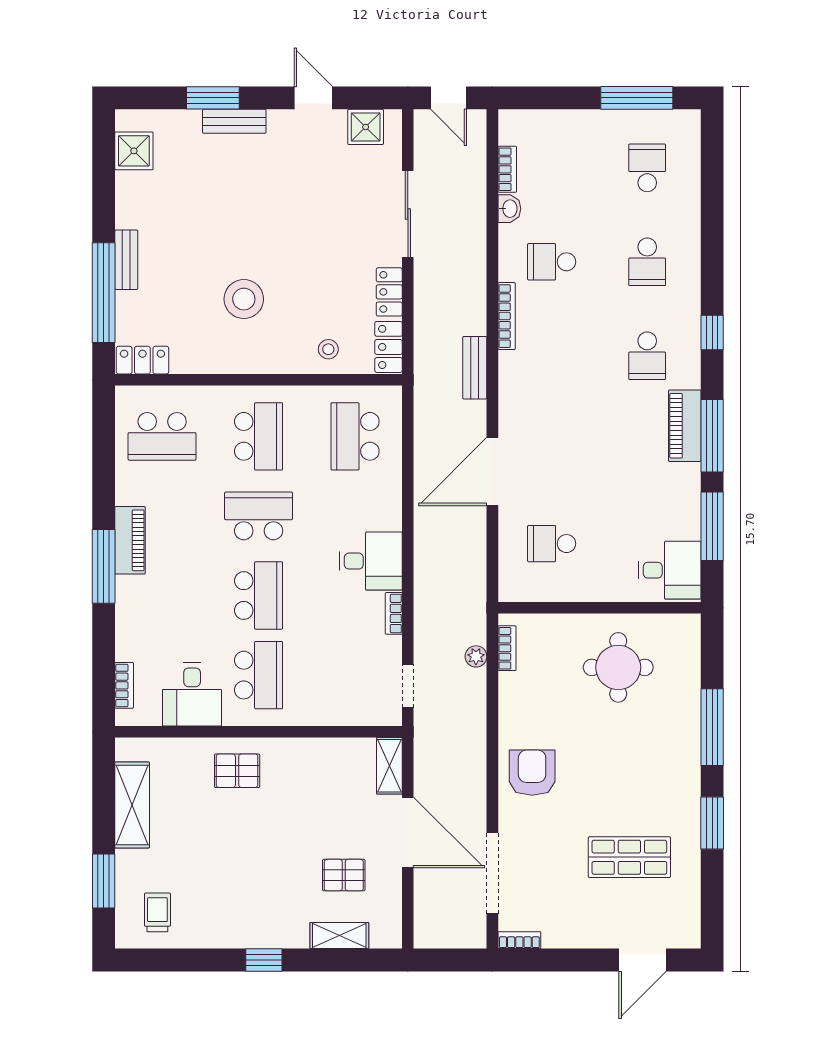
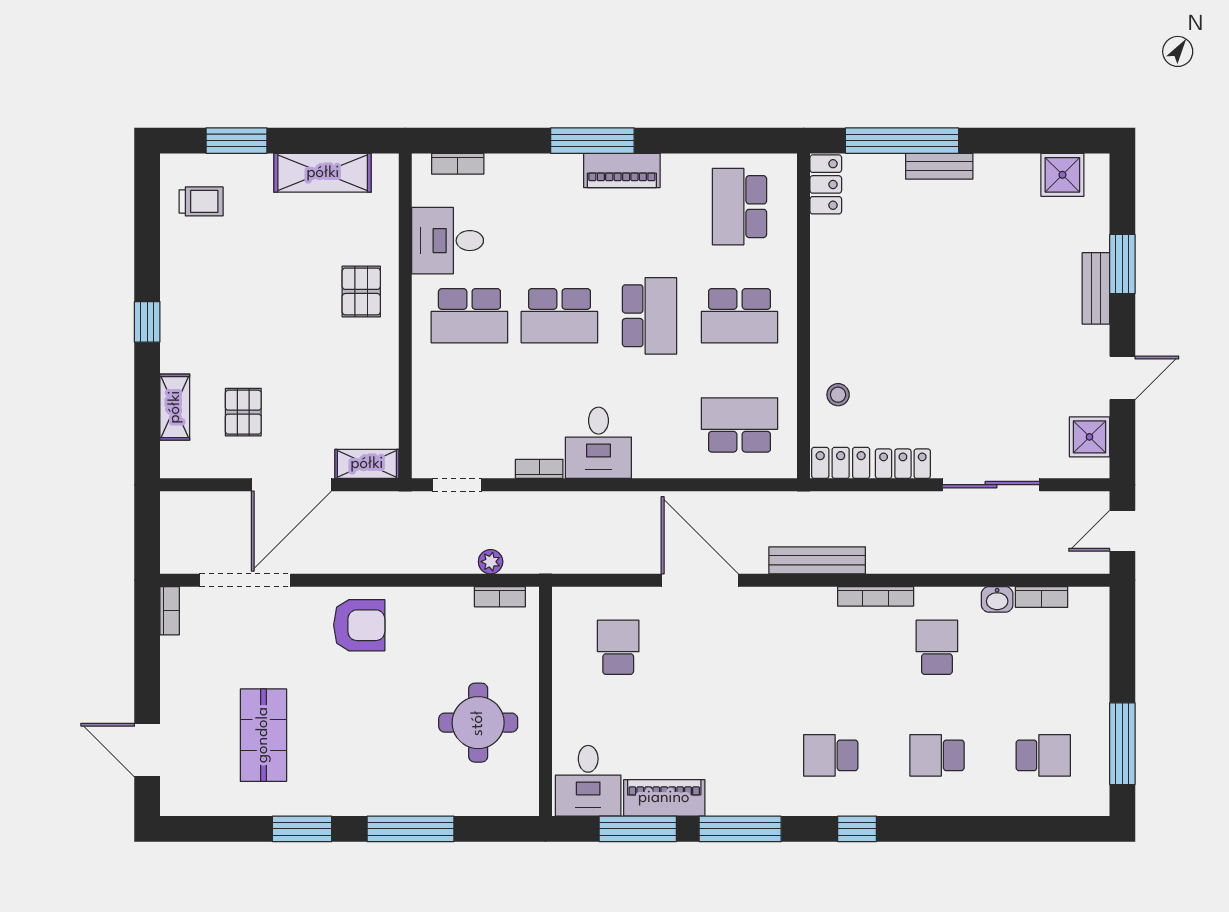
stool: (244, 299) -> (895, 299), removed
bench: (475, 368) -> (817, 560), width x1.36
piano: (685, 426) -> (664, 798), moved

